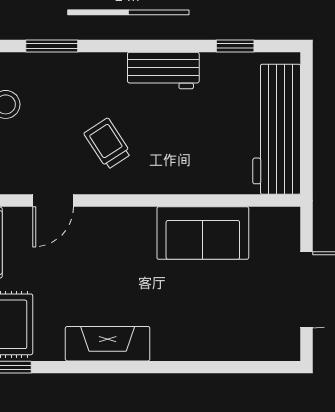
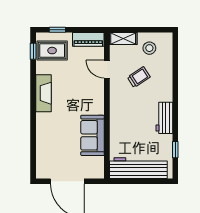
window: (52, 46) -> (175, 68), removed
trolley: (108, 144) -> (139, 77), moved

